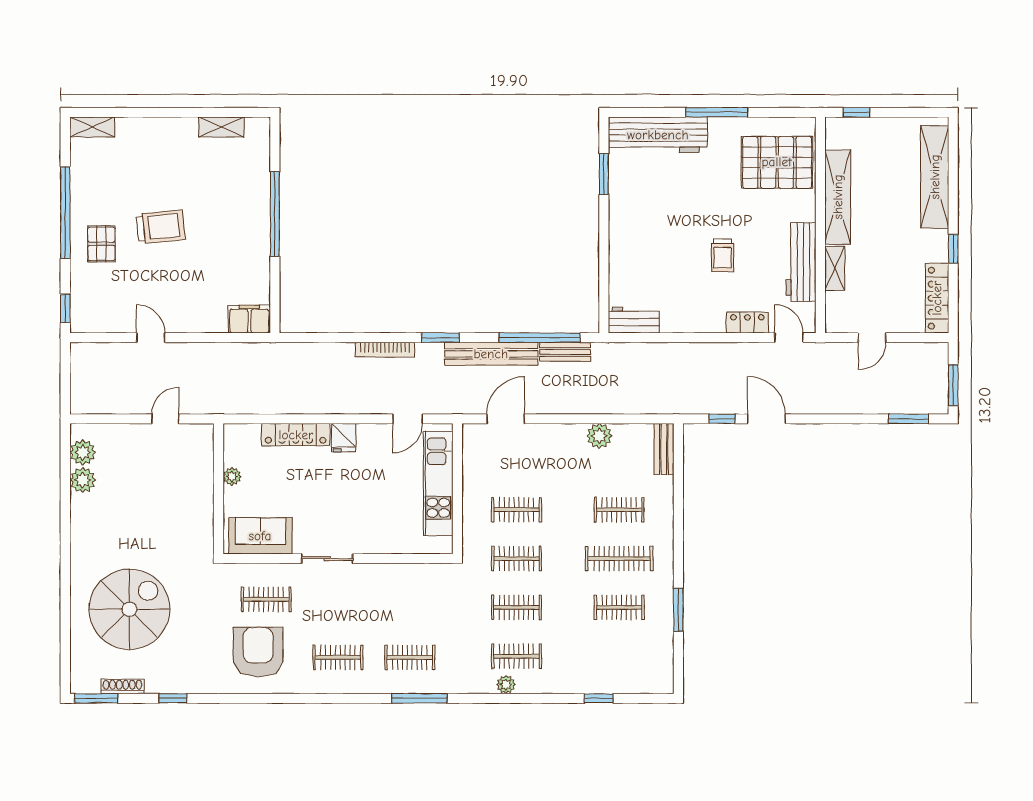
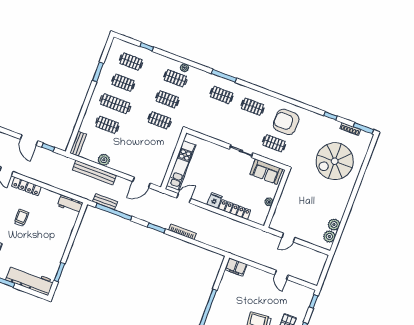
locker: (747, 323) -> (26, 186), width x1.53
bench: (491, 354) -> (94, 173), moved
clothes rail: (517, 510) -> (131, 62), moved
armchair: (258, 652) -> (286, 122), turned 90

